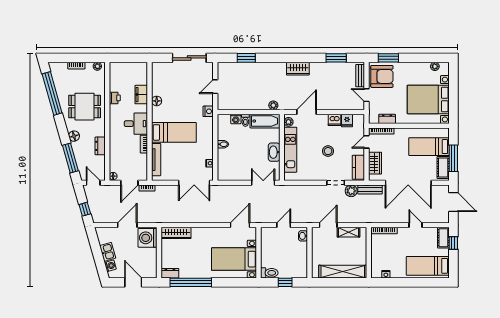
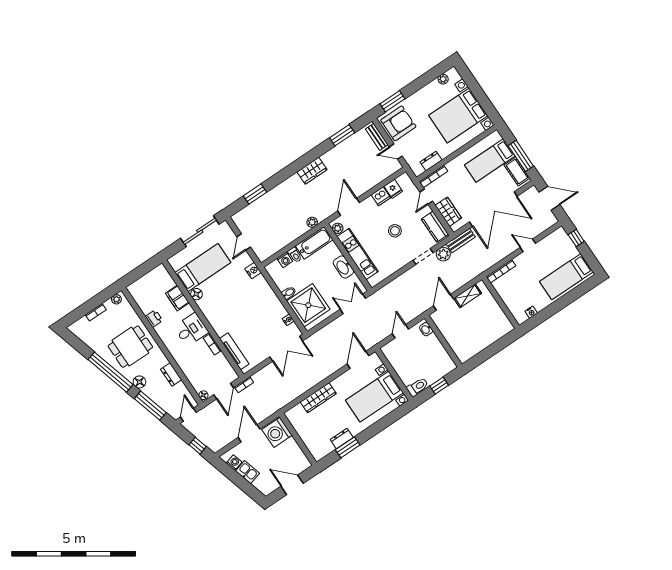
window: (52, 93) -> (110, 372), moved
bed: (174, 132) -> (203, 268), moved
shower: (231, 162) -> (308, 305), added
door: (93, 183) -> (188, 415), hinge flipped
wardrobe: (176, 233) -> (318, 398), moved
cot: (443, 238) -> (563, 239), removed
washing machine: (110, 266) -> (234, 463), moved
shelving: (343, 272) -> (488, 338), removed
dresser: (170, 273) -> (342, 439), moved
window: (191, 282) -> (348, 447), width x0.47

